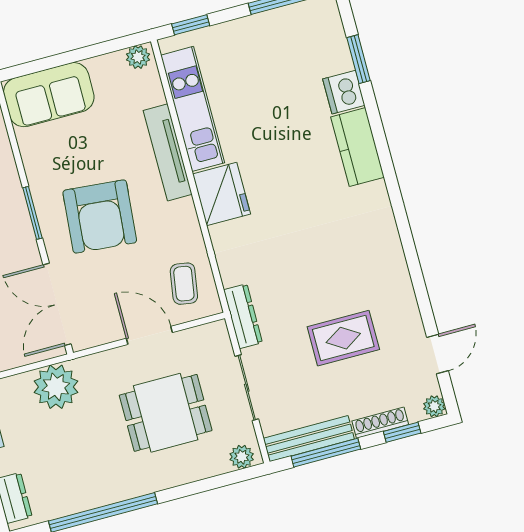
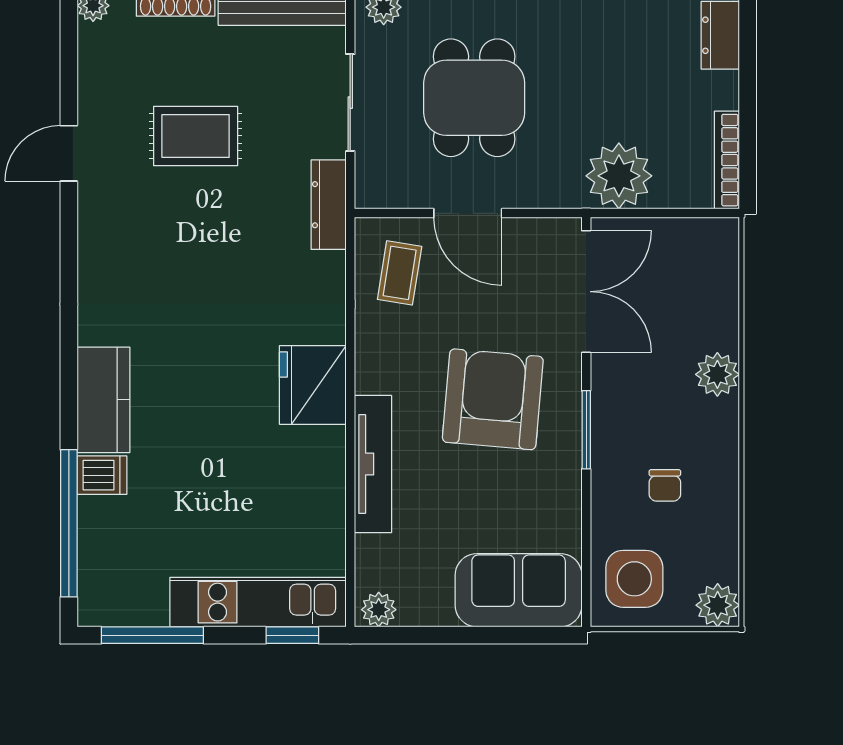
window: (359, 59) -> (69, 523), width x2.11
dishwasher: (344, 92) -> (102, 475), width x0.73
kitchen unit: (193, 109) -> (258, 602), moved, turned 90
door: (438, 354) -> (69, 153), moved
dining table: (166, 413) -> (474, 98), turned 90

